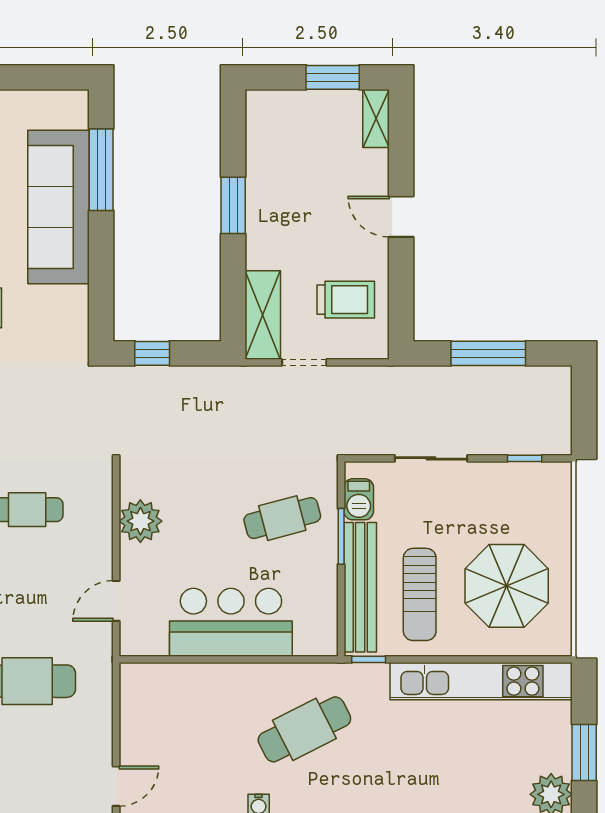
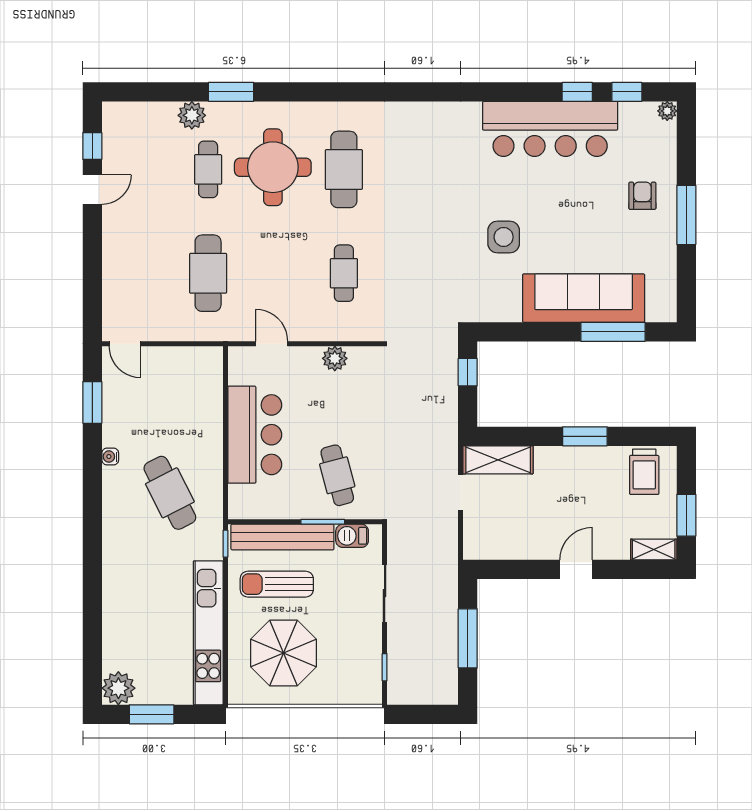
trolley: (346, 300) -> (644, 472), moved
plant: (140, 521) -> (335, 358), width x0.73, depth x0.73

